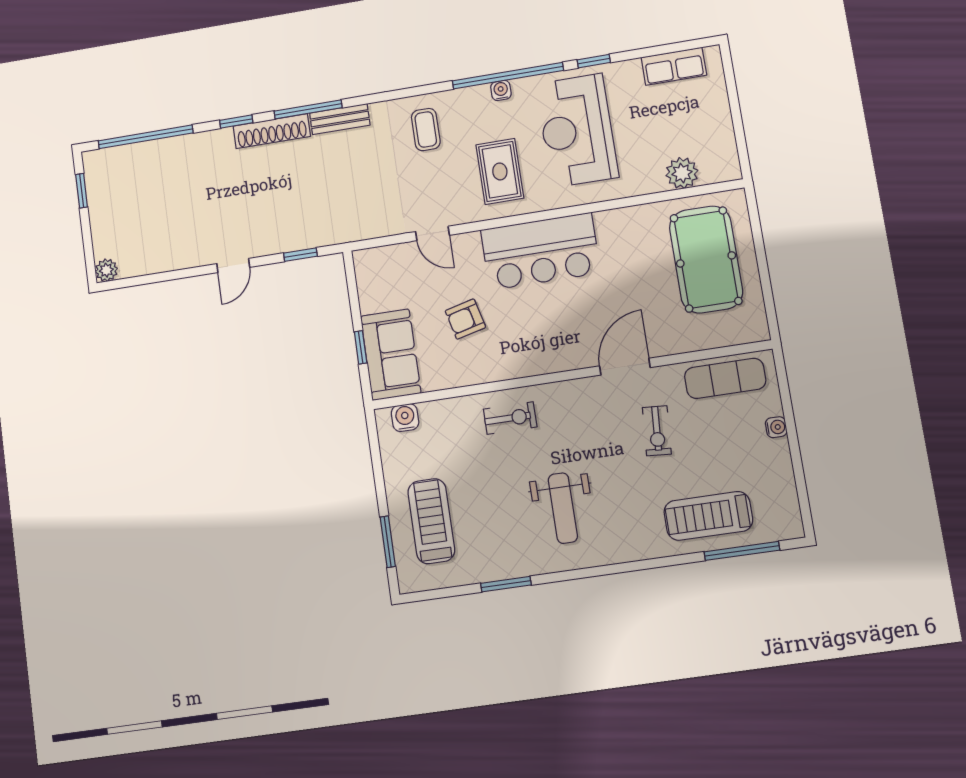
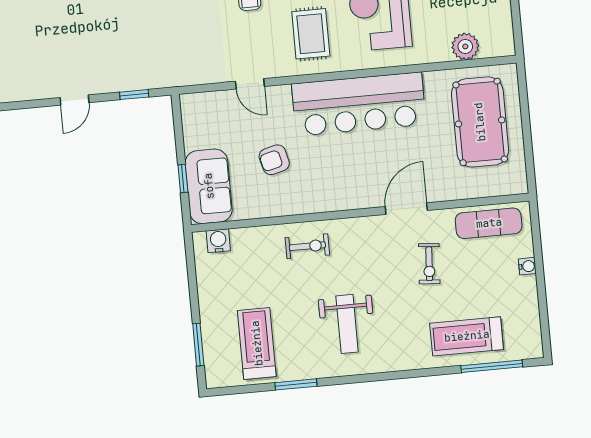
bar counter: (540, 251) -> (359, 104), width x1.36
treadmill: (431, 521) -> (257, 343), moved

